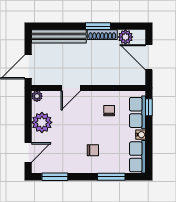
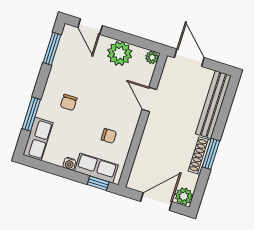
plant: (125, 37) -> (184, 196), moved
row of seats: (137, 157) -> (38, 139), moved, turned 90

